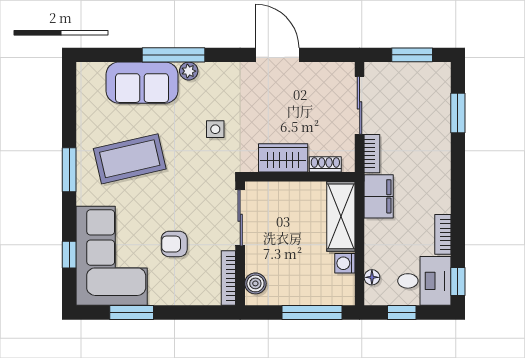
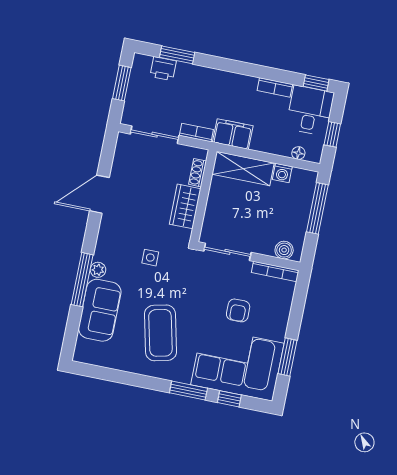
printer: (439, 100) -> (163, 69), added
window: (69, 170) -> (188, 391), moved

